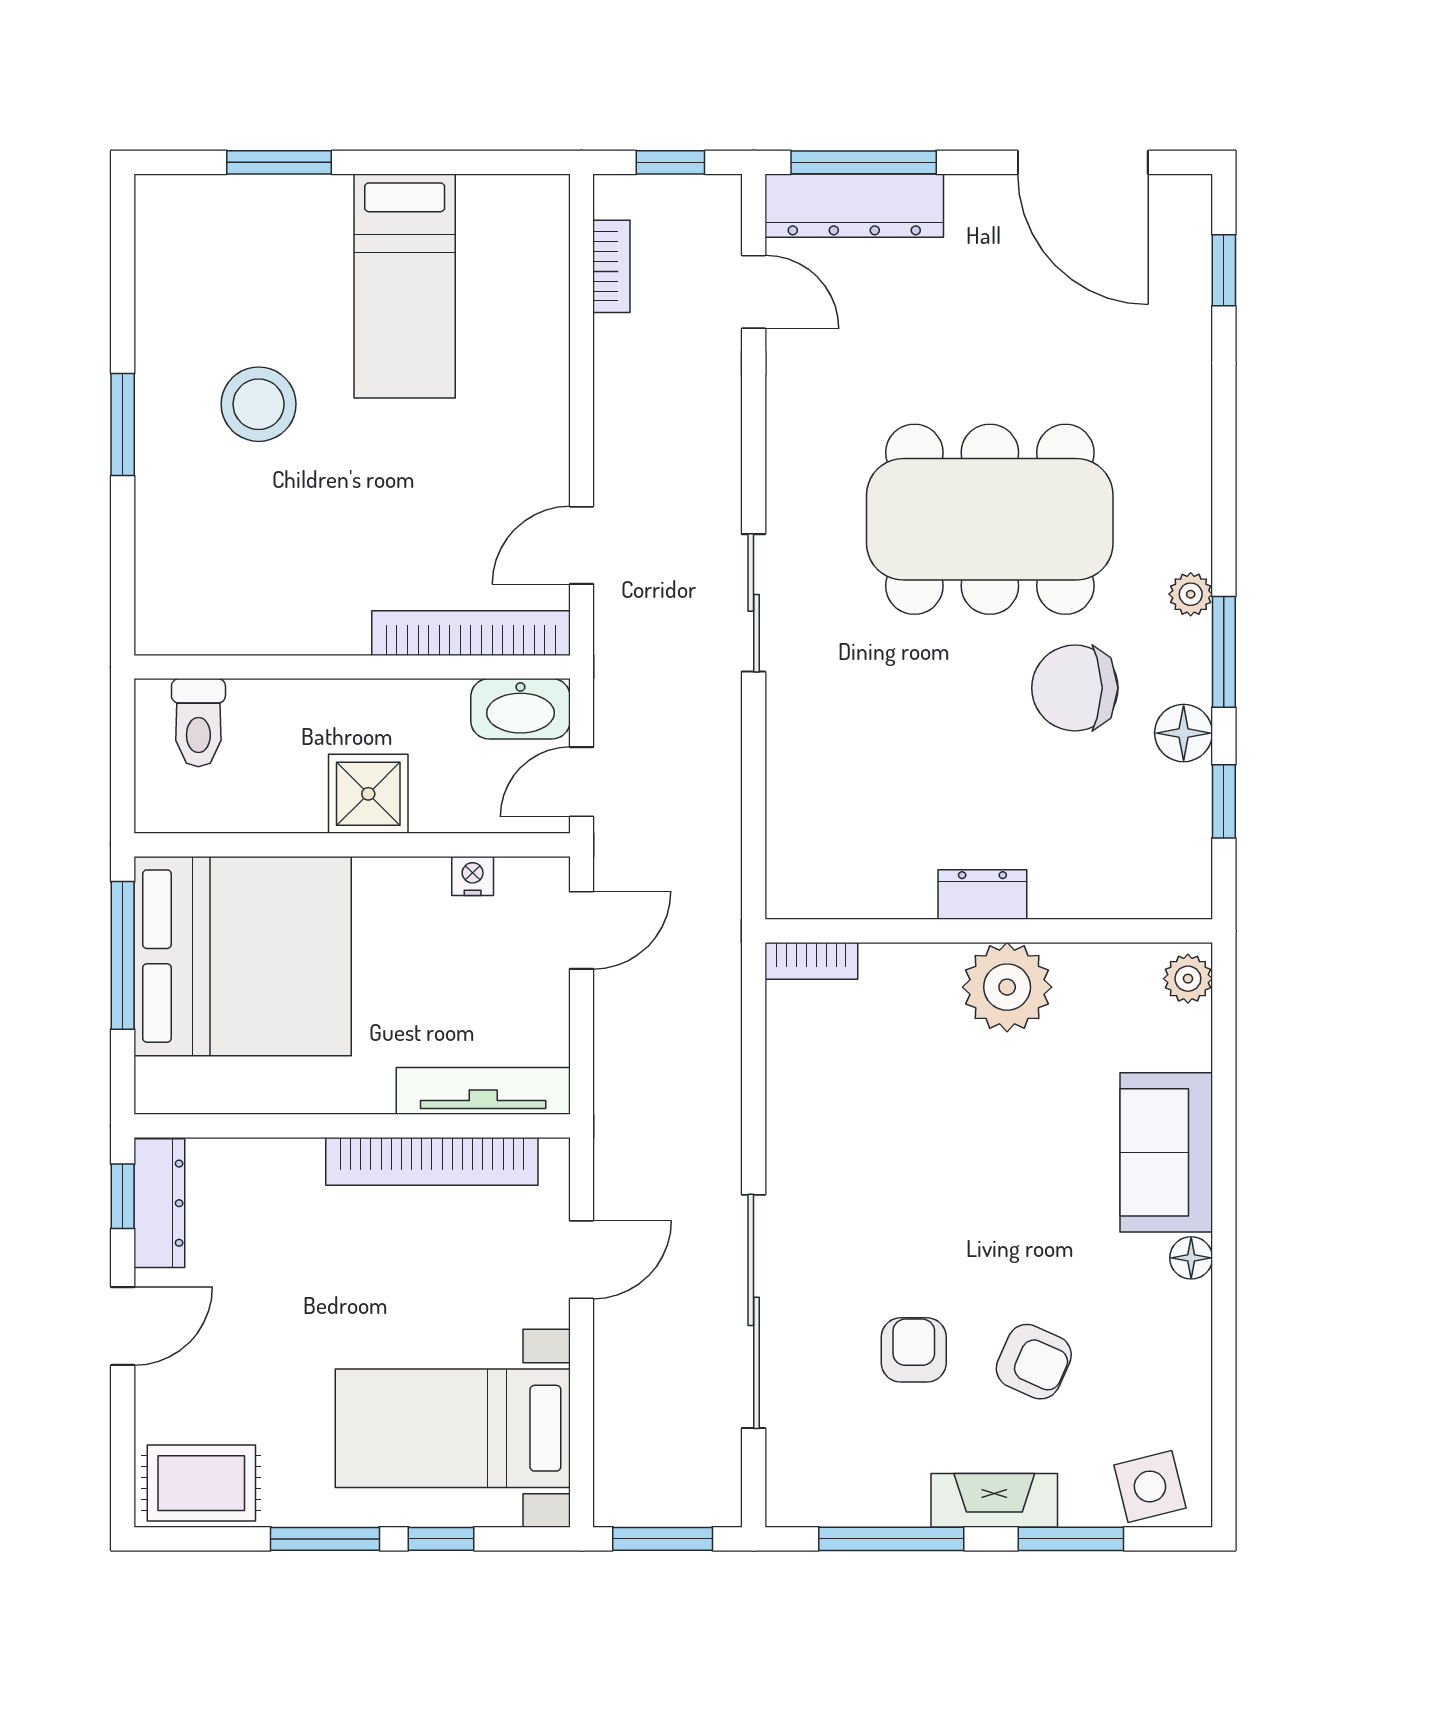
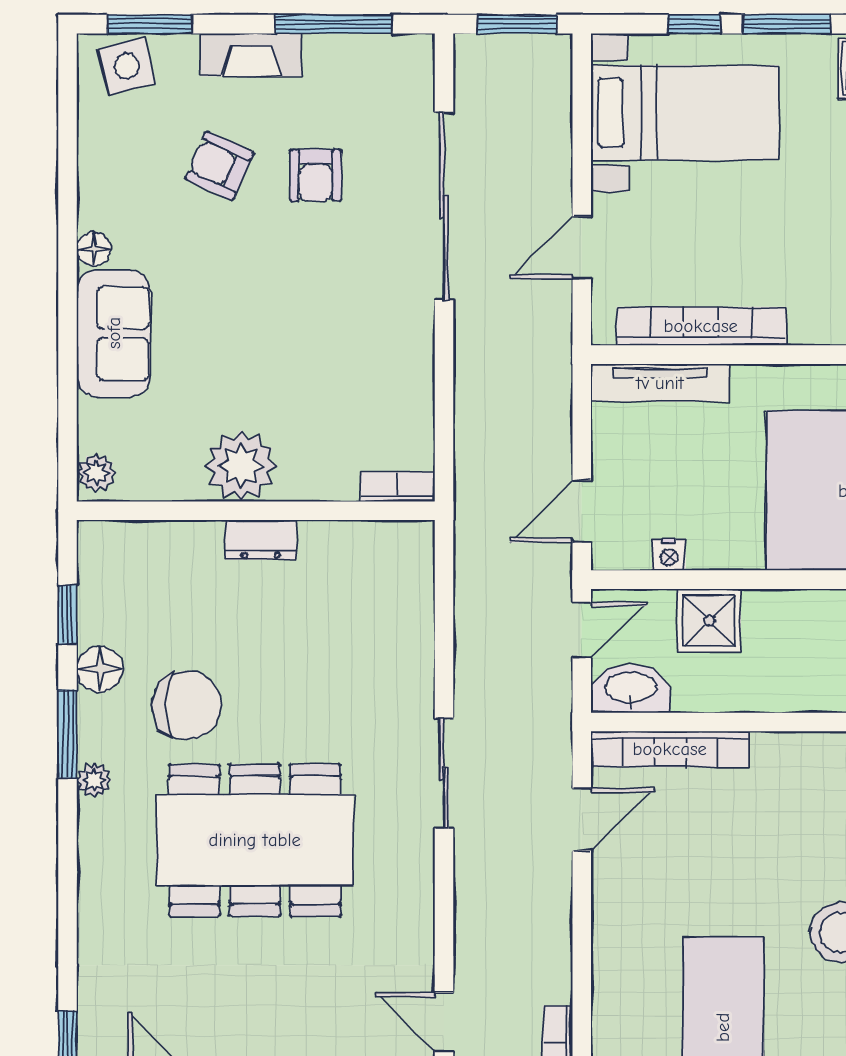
shower: (368, 794) -> (709, 620), moved
window: (1071, 1539) -> (150, 24), moved

